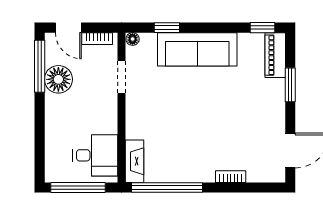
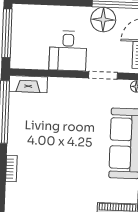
desk: (95, 155) -> (68, 51), moved

